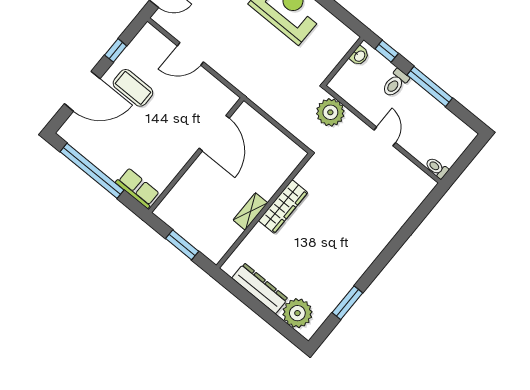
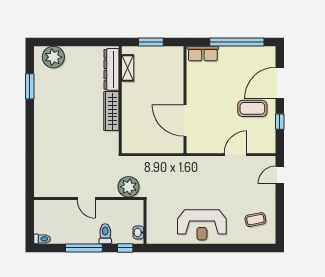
toilet: (437, 168) -> (42, 239), moved
shelving: (250, 211) -> (128, 68), moved
dresser: (260, 288) -> (112, 69), moved, turned 90

